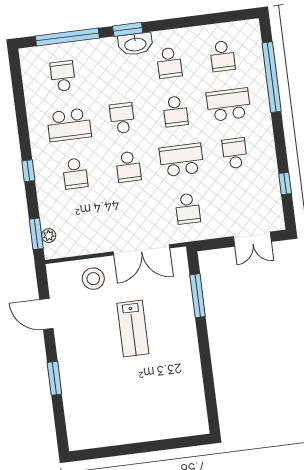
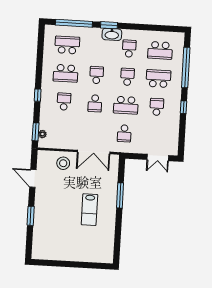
school desk: (222, 56) -> (160, 50), width x1.85
school desk: (169, 63) -> (129, 49), turned 180
school desk: (63, 76) -> (67, 45), width x1.85
school desk: (175, 111) -> (127, 77), turned 180
school desk: (182, 160) -> (126, 105), turned 180
school desk: (75, 173) -> (64, 102), turned 180
window: (285, 184) -> (183, 107), moved
window: (198, 296) -> (120, 195), moved
lab bench: (133, 328) -> (89, 210), moved

